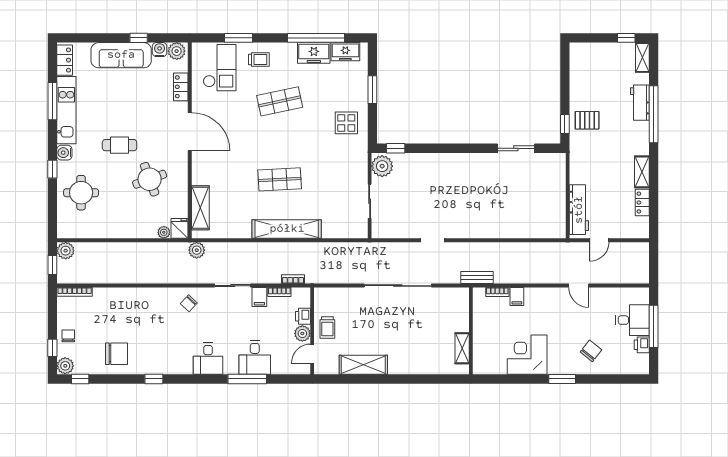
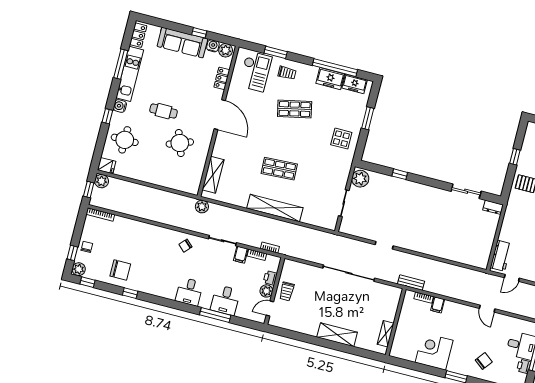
window: (565, 124) -> (515, 157), moved
window: (396, 148) -> (400, 174), moved
dresser: (554, 159) -> (493, 207), added
workbench: (579, 210) -> (501, 256), width x0.73
fridge: (180, 228) -> (107, 166), moved, turned 90
plant: (164, 232) -> (180, 186), removed
shelving: (363, 365) -> (337, 335), moved
window: (154, 379) -> (130, 293), moved

